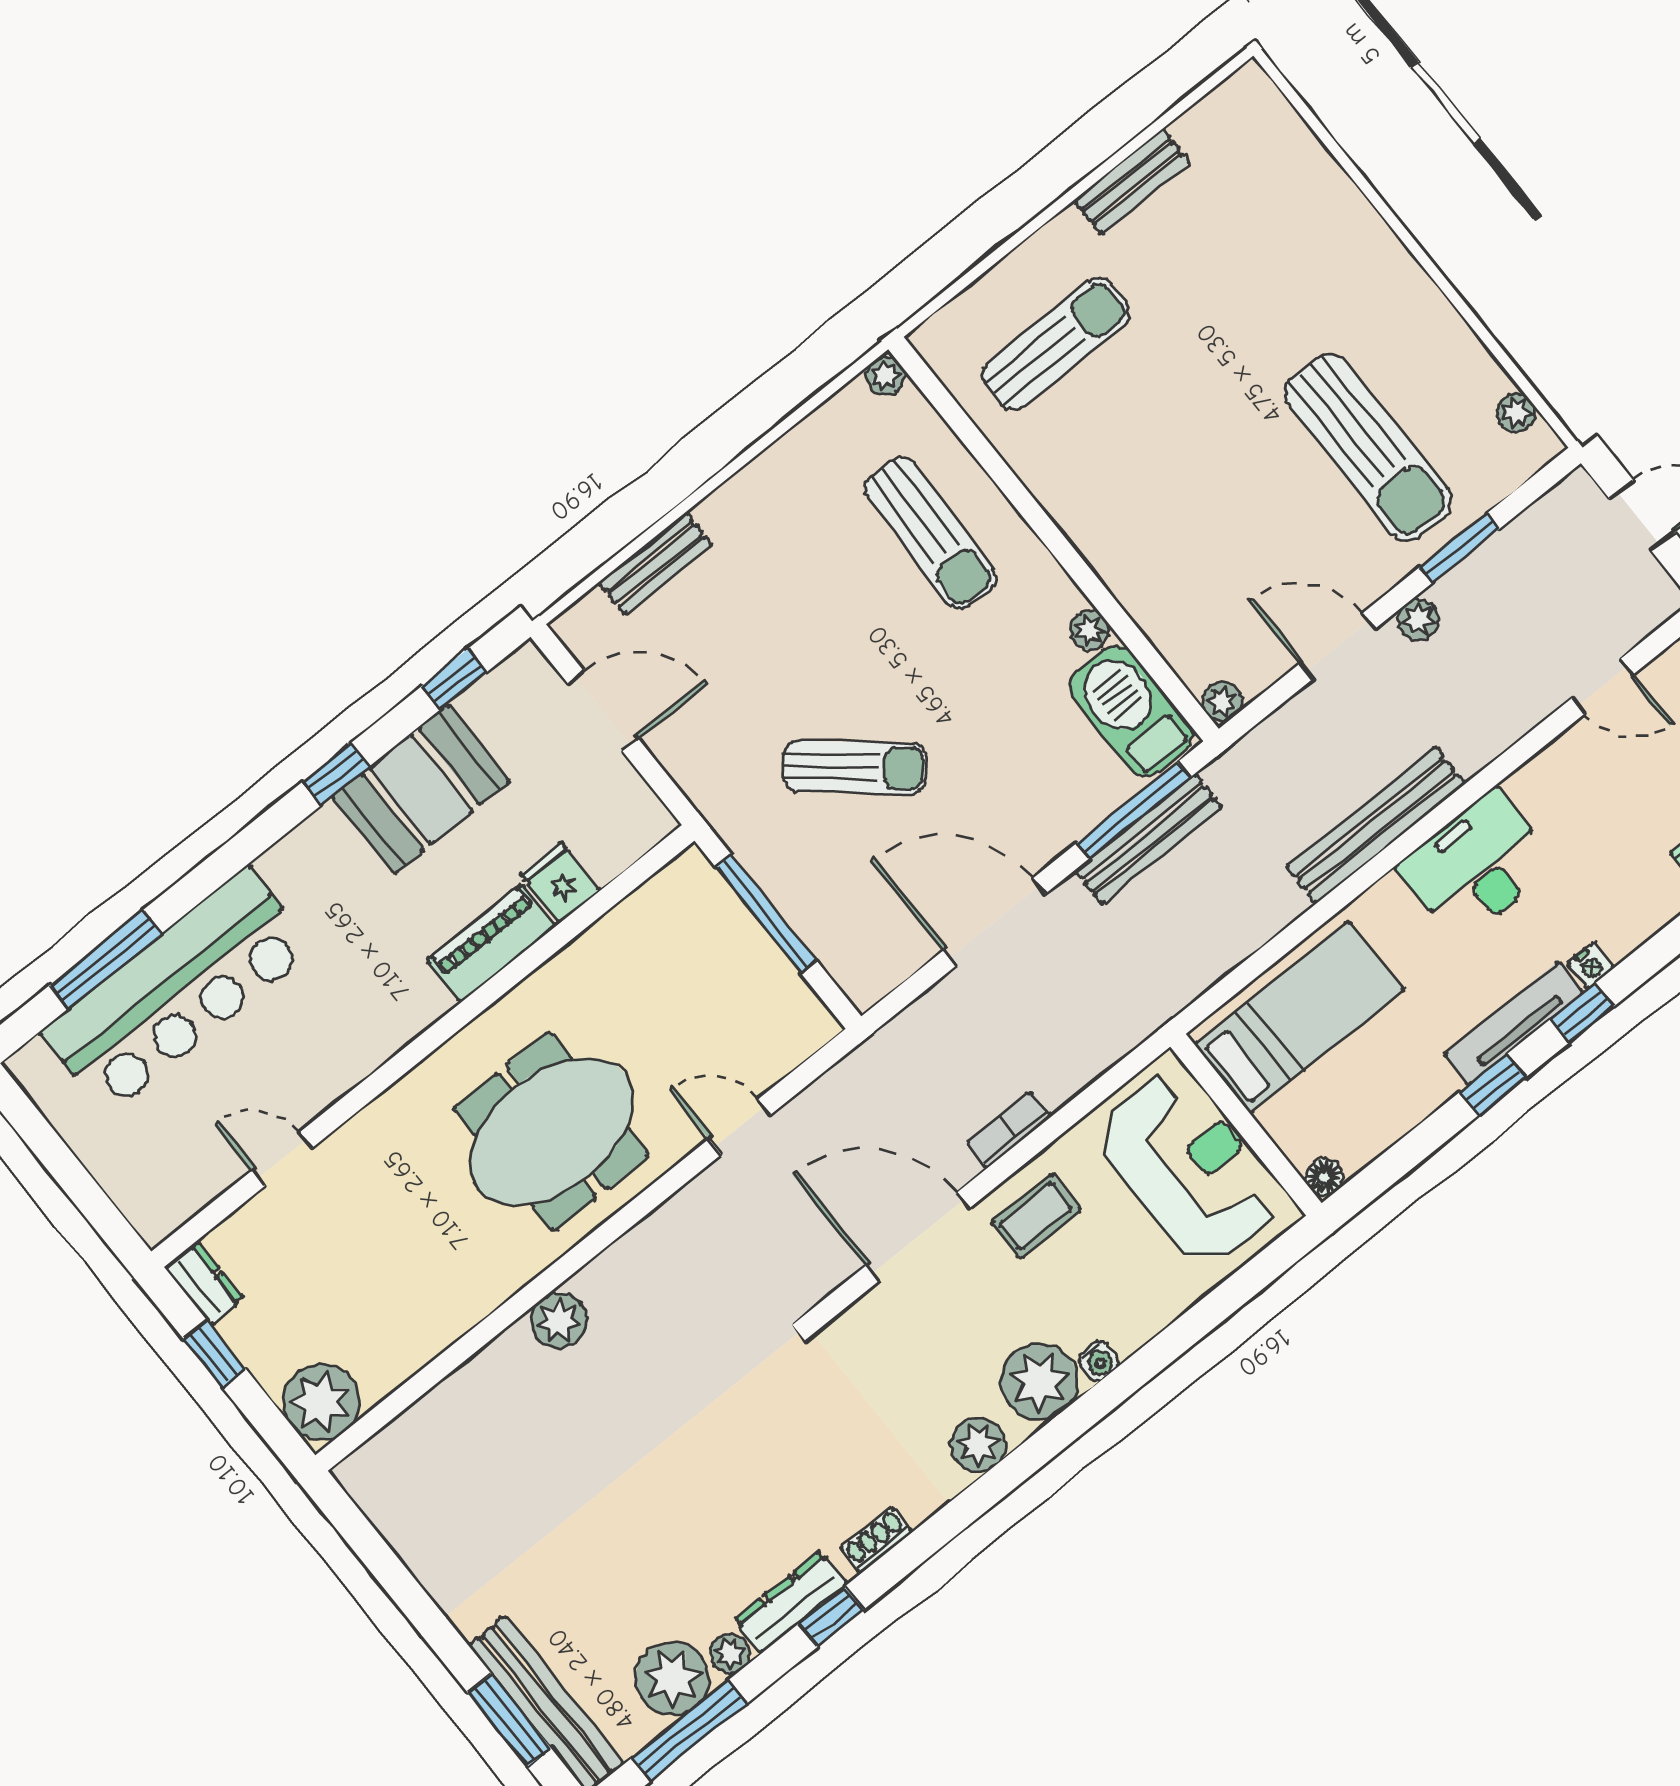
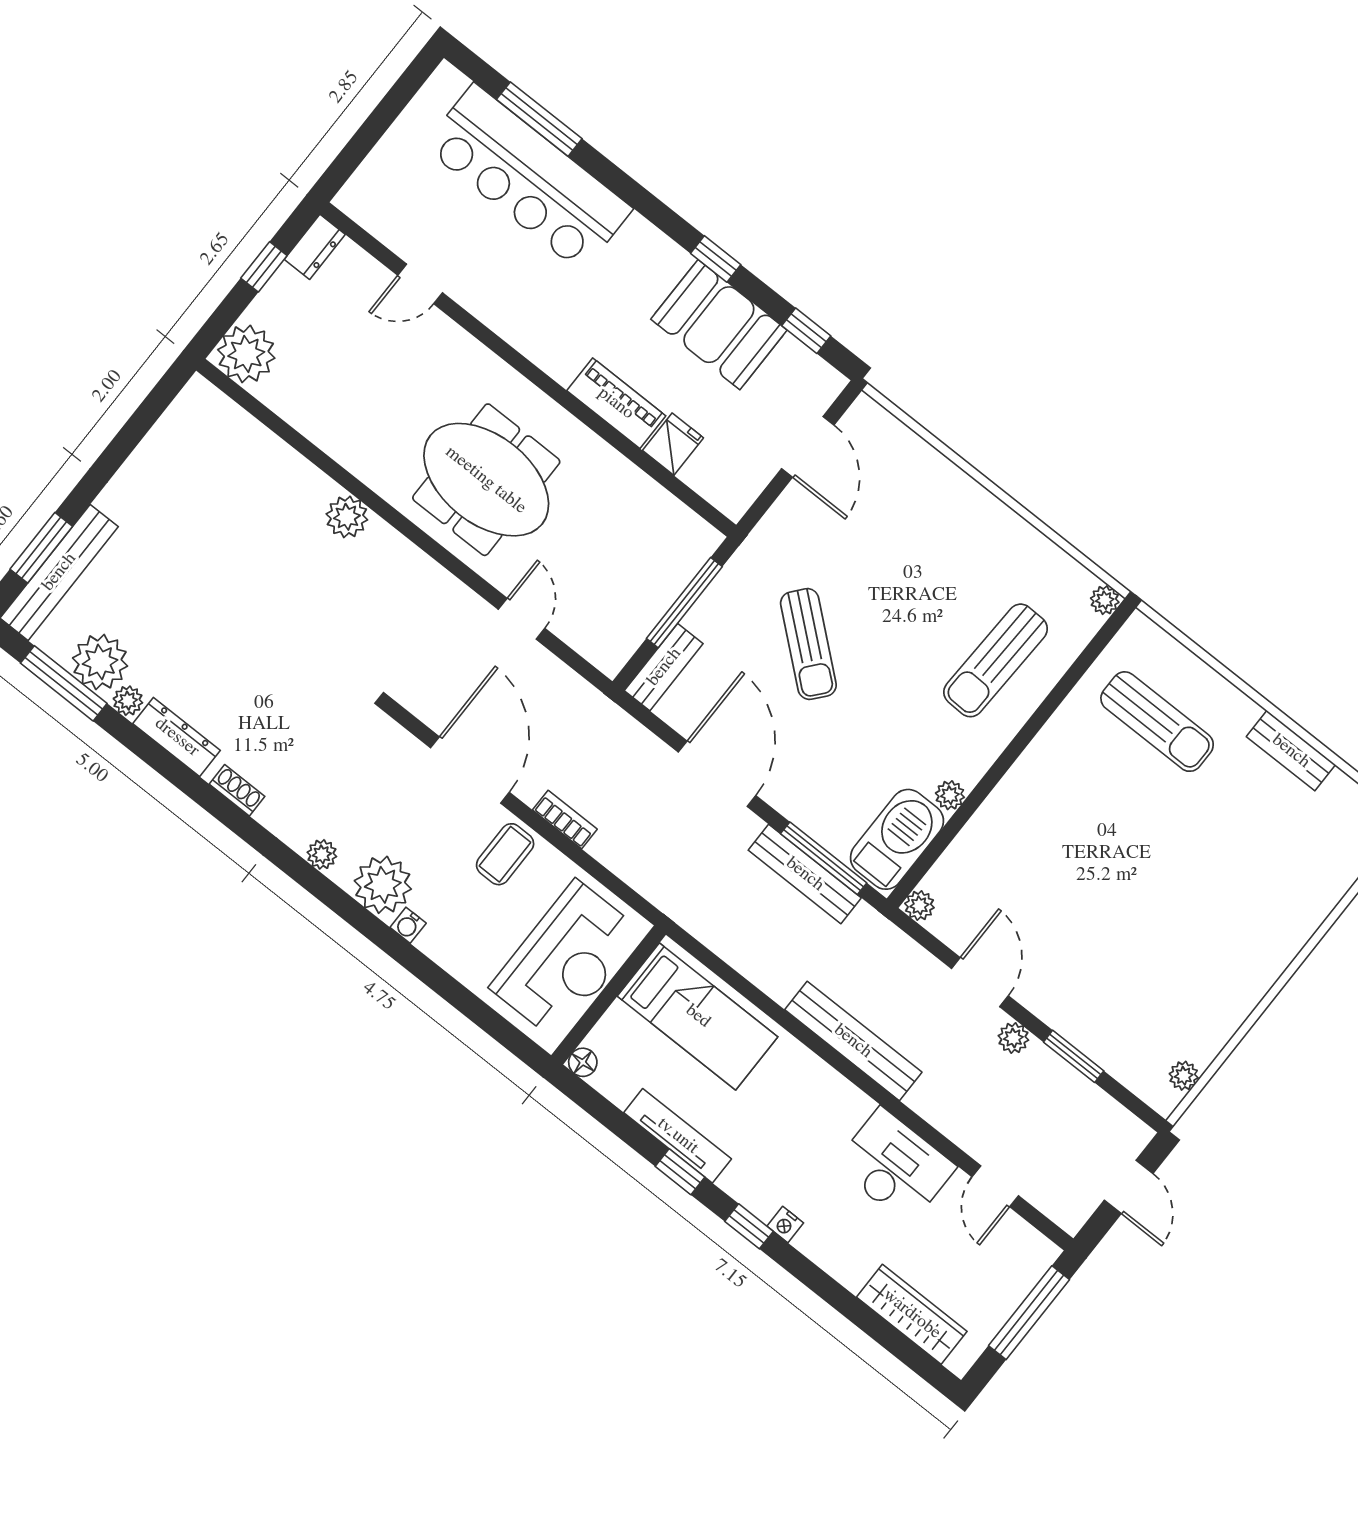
sun lounger: (1368, 447) -> (1133, 972), removed
bench: (656, 564) -> (664, 667), moved, turned 90
desk: (1477, 866) -> (895, 1166), moved
tv unit: (1514, 1023) -> (678, 1136), moved
door: (282, 1159) -> (420, 284), swing flipped
coffee table: (1036, 1216) -> (505, 854), turned 90
plant: (978, 1445) -> (322, 854), width x0.73, depth x0.73
window: (831, 1617) -> (173, 770), removed

